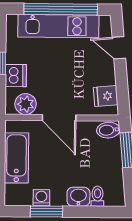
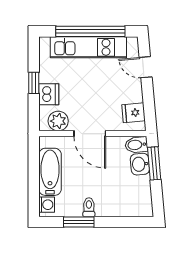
toilet: (97, 196) -> (89, 207), moved
washbasin: (78, 197) -> (140, 164), moved, turned -95
washing machine: (41, 198) -> (47, 205), moved, turned 90

